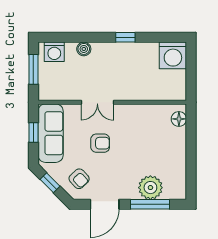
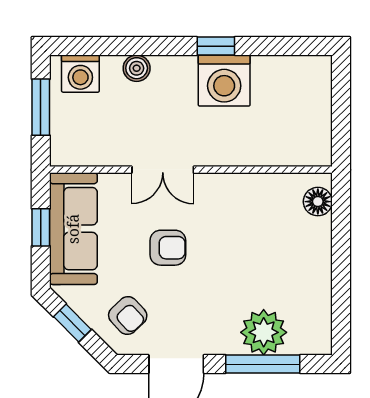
washing machine: (173, 55) -> (224, 81), moved

